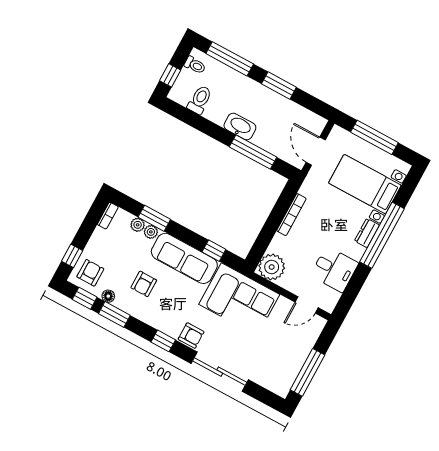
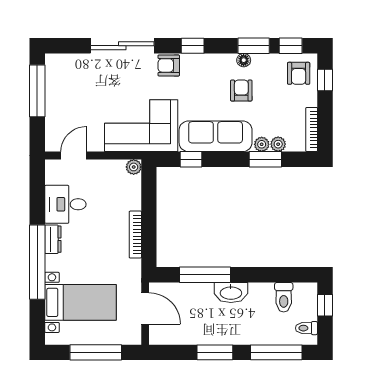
bookcase: (108, 216) -> (312, 130), width x1.56
dresser: (367, 233) -> (53, 239), moved
plant: (272, 267) -> (134, 167), width x0.53, depth x0.53
floor lamp: (108, 296) -> (244, 60), moved

